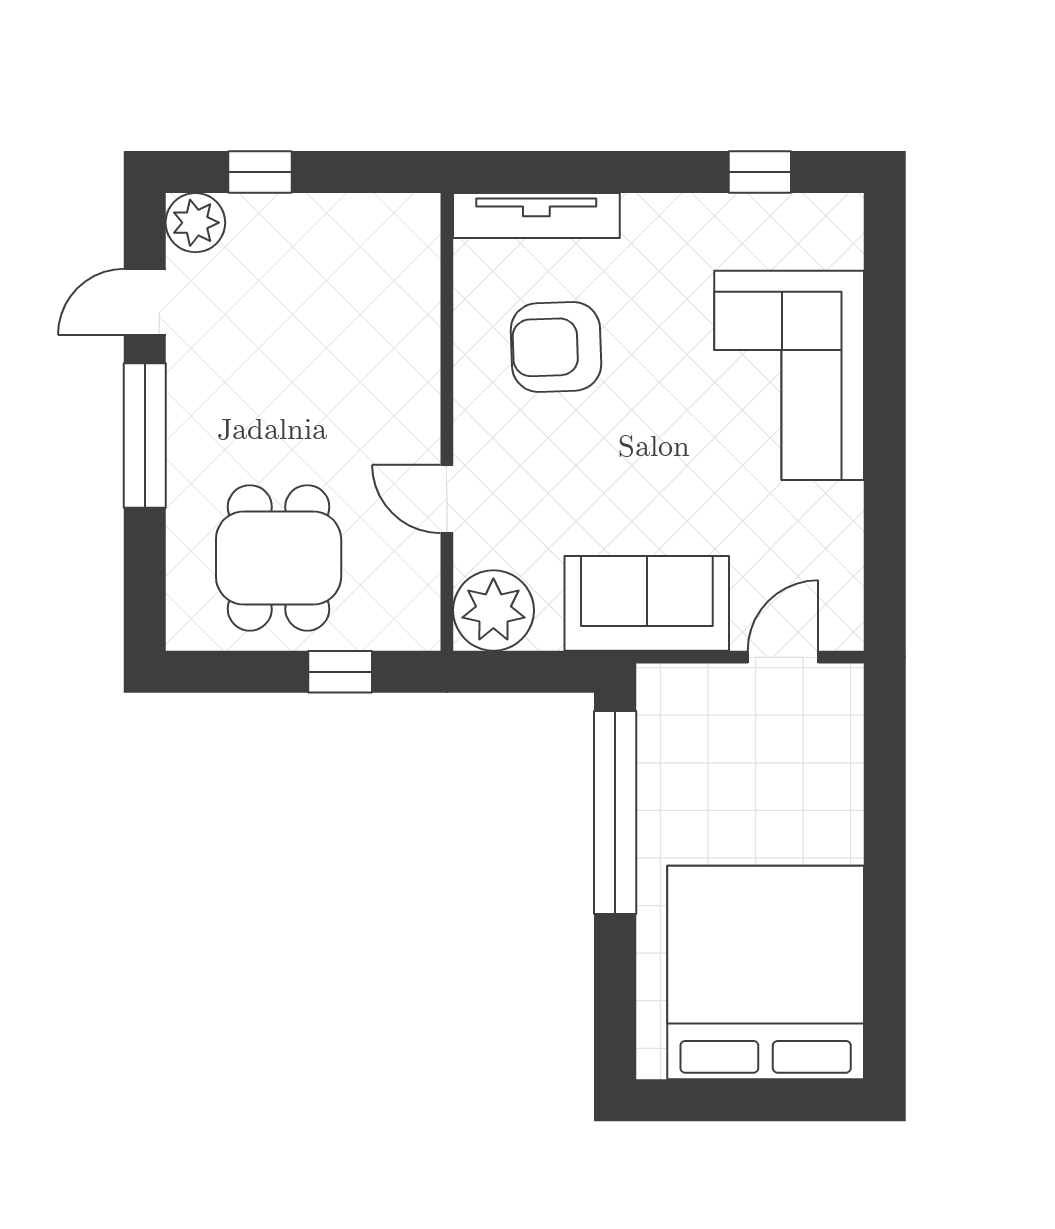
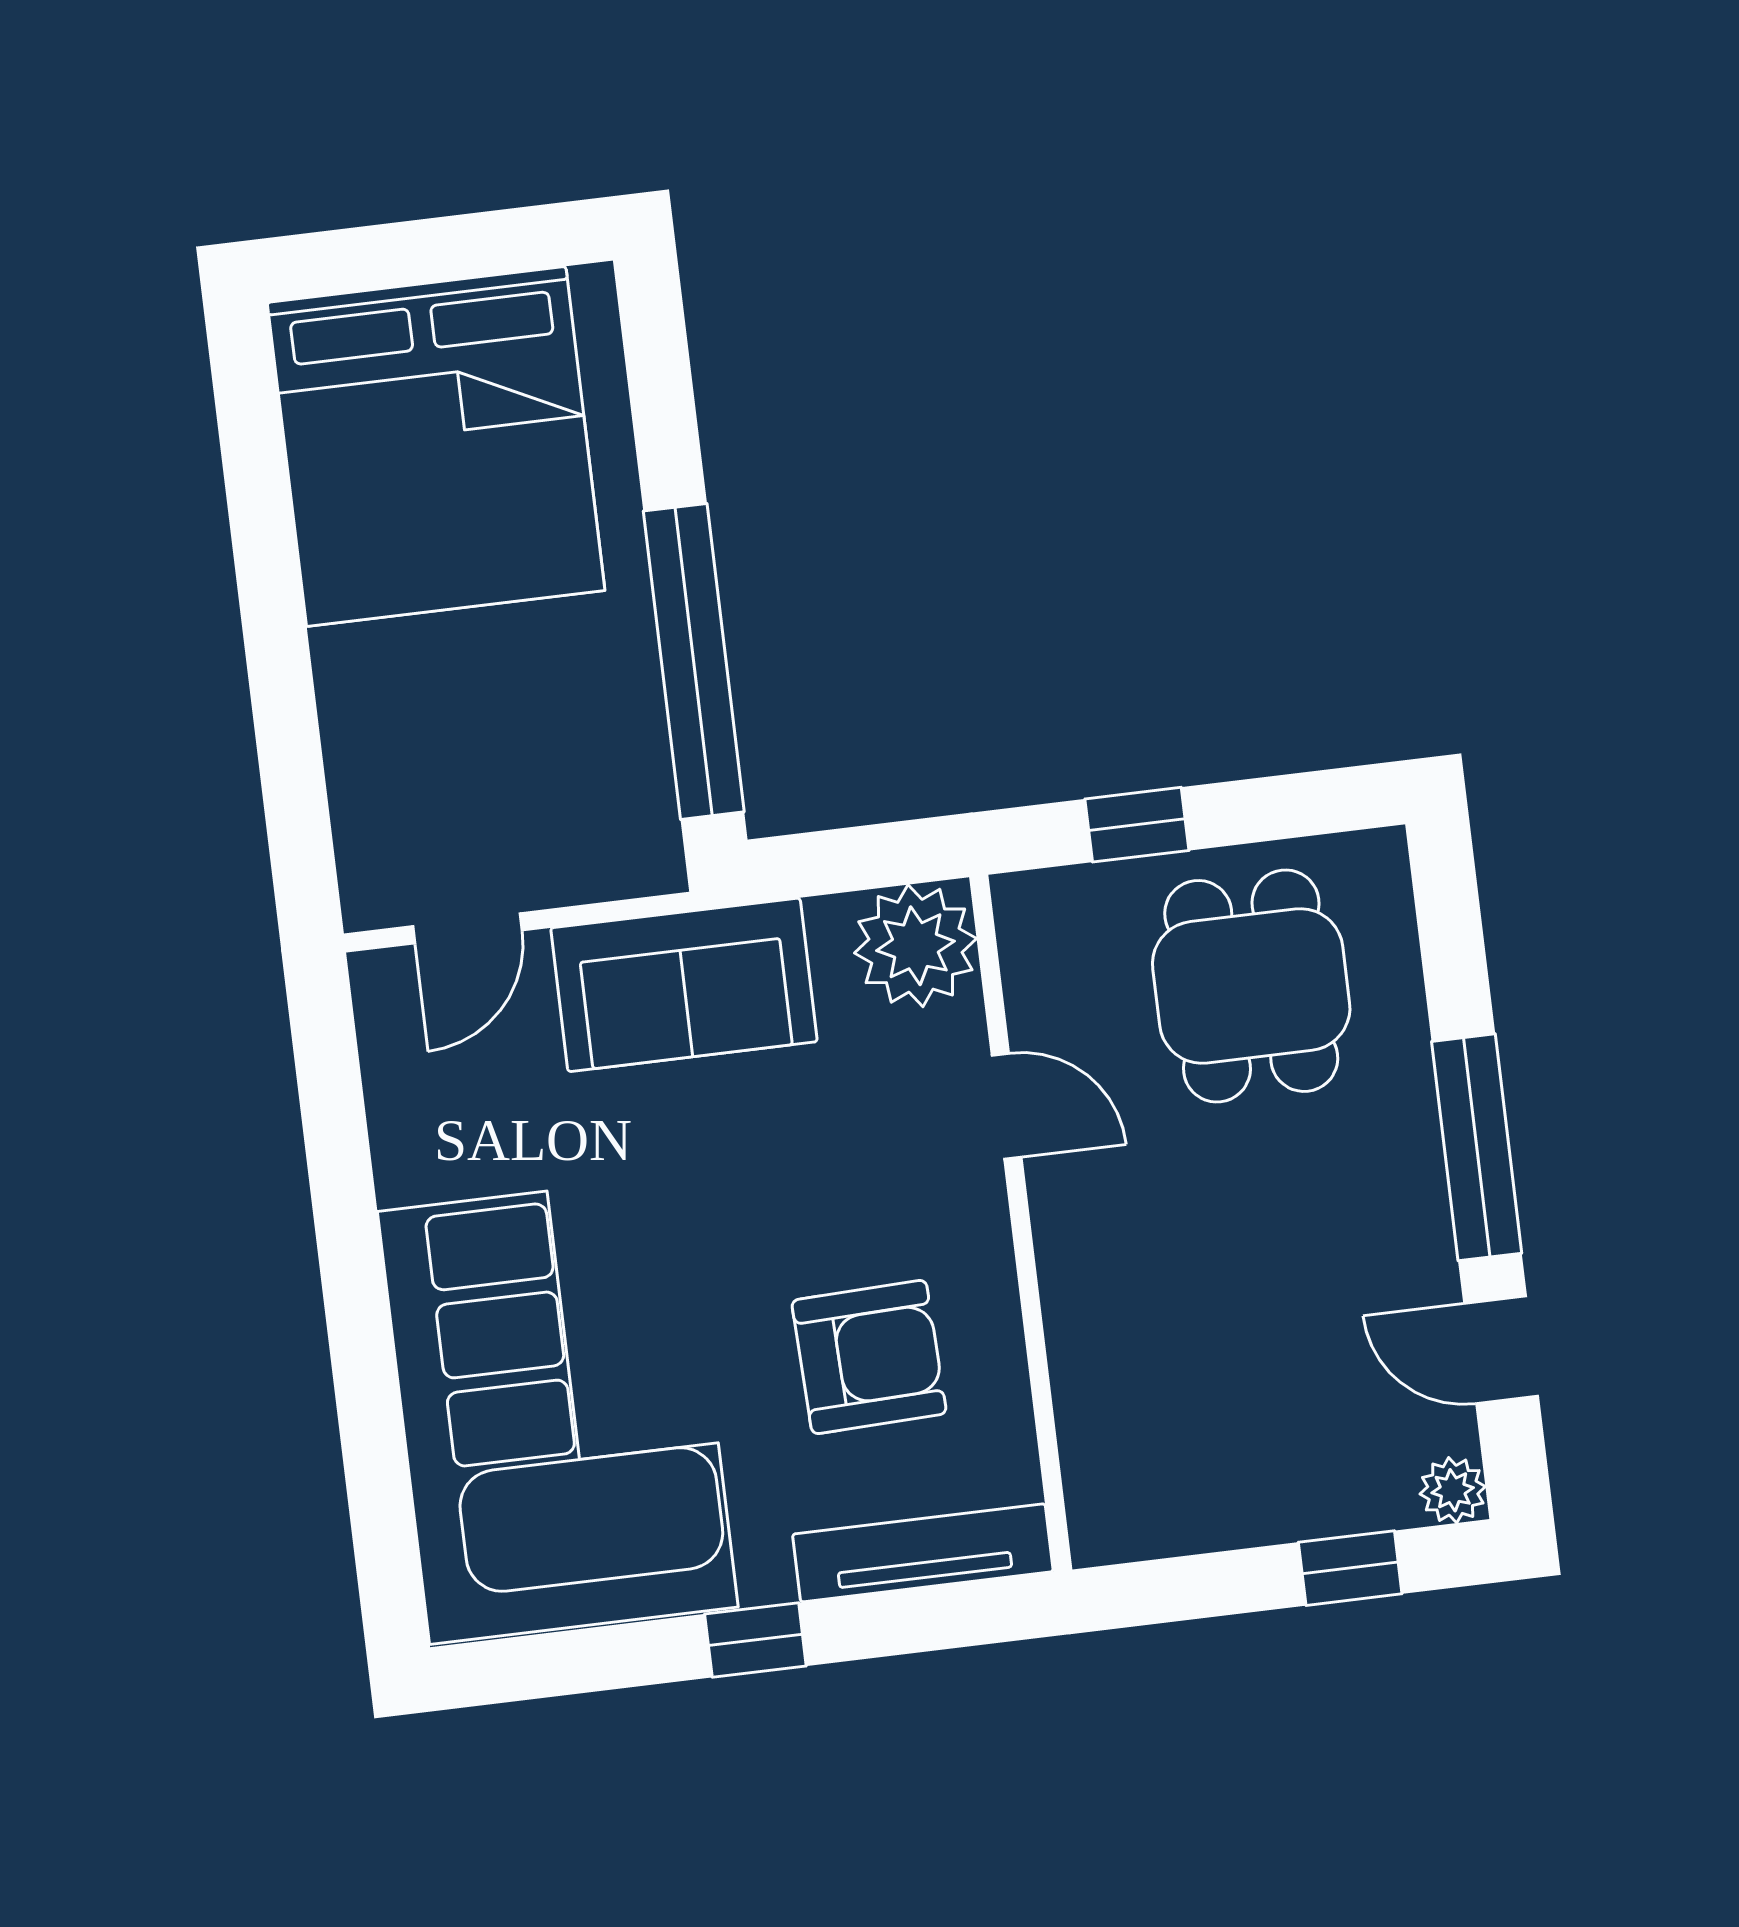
window: (760, 172) -> (755, 1640), moved
plant: (195, 223) -> (1453, 1490), width x0.73, depth x0.73
door: (145, 302) -> (1501, 1350), swing flipped
corner sofa: (789, 375) -> (558, 1409), width x1.36, depth x1.36

